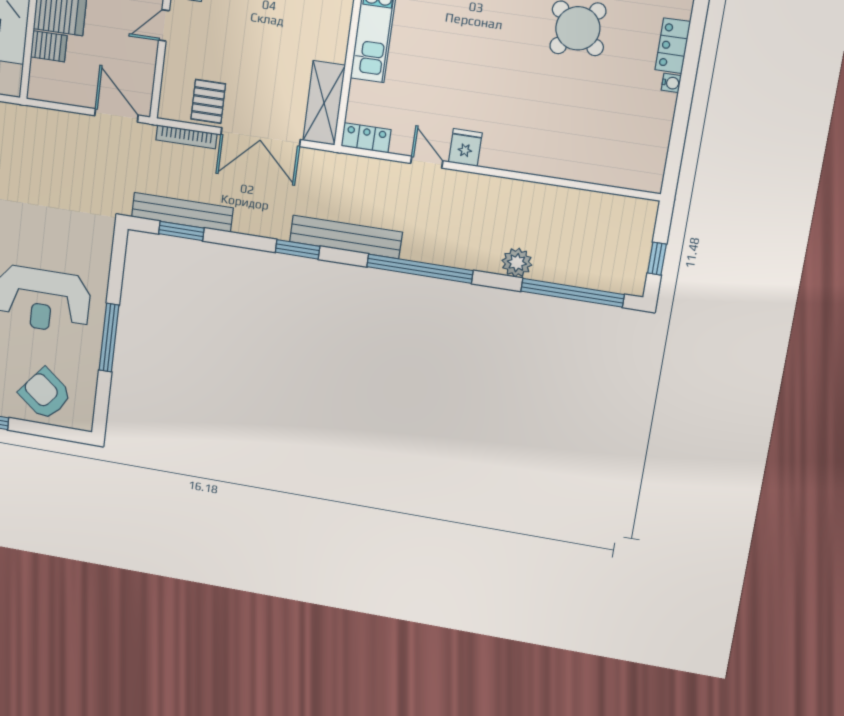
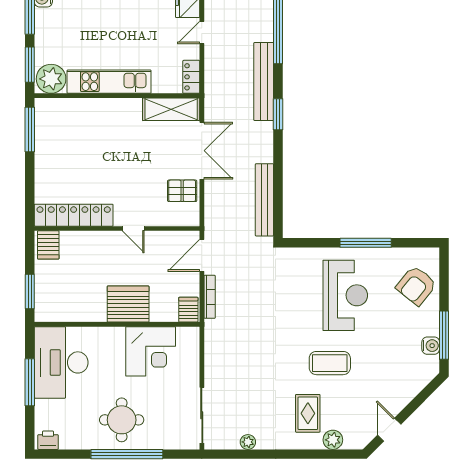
server rack: (49, 46) -> (188, 310), moved
bookcase: (186, 137) -> (210, 297), moved
window: (181, 231) -> (278, 199), removed

